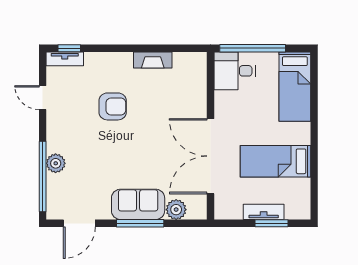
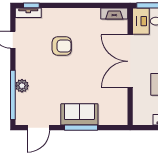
fireplace: (153, 60) -> (114, 14), moved
double door: (210, 156) -> (130, 61), moved
plant: (176, 210) -> (106, 118), removed

